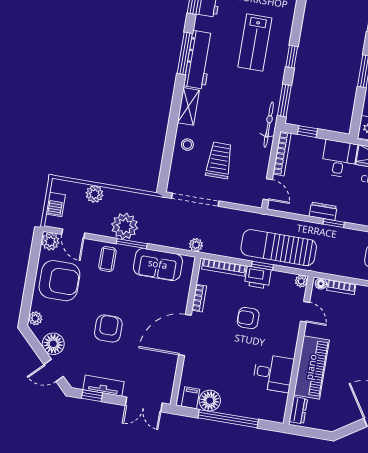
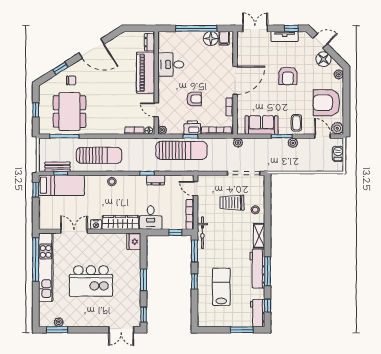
trolley: (219, 160) -> (232, 203), turned 90
plant: (95, 194) -> (313, 165), removed
plant: (125, 226) -> (293, 143), width x0.53, depth x0.53

